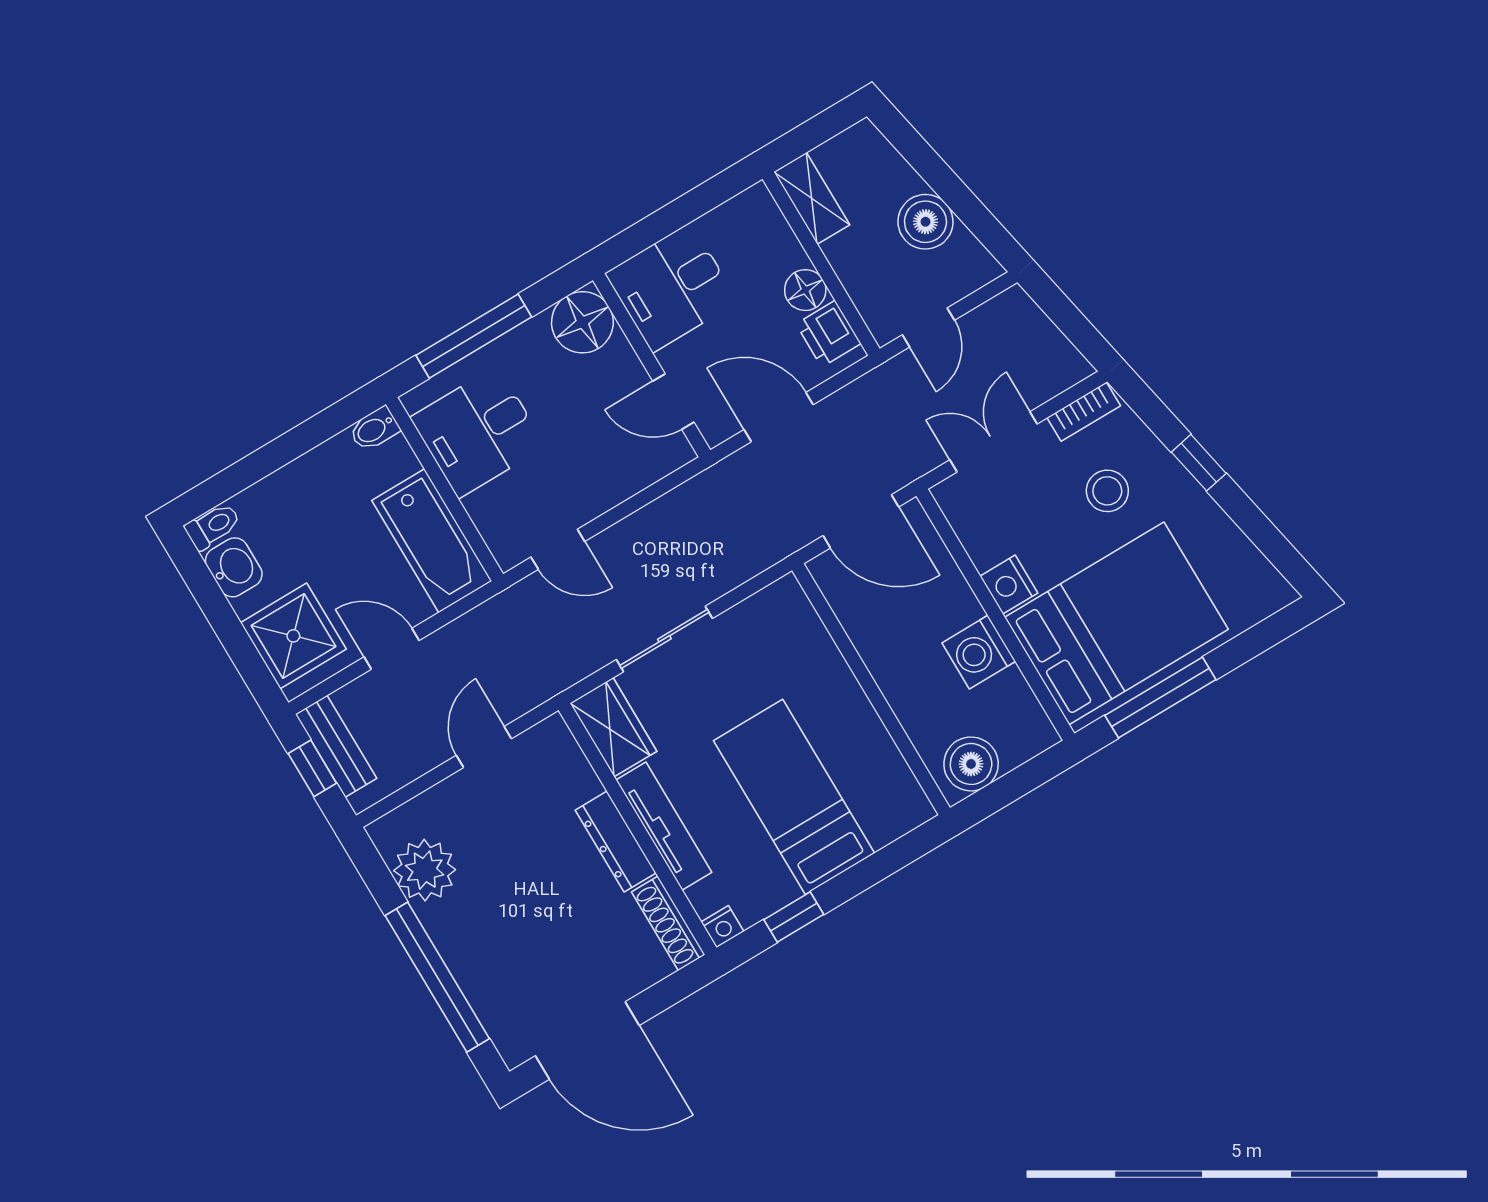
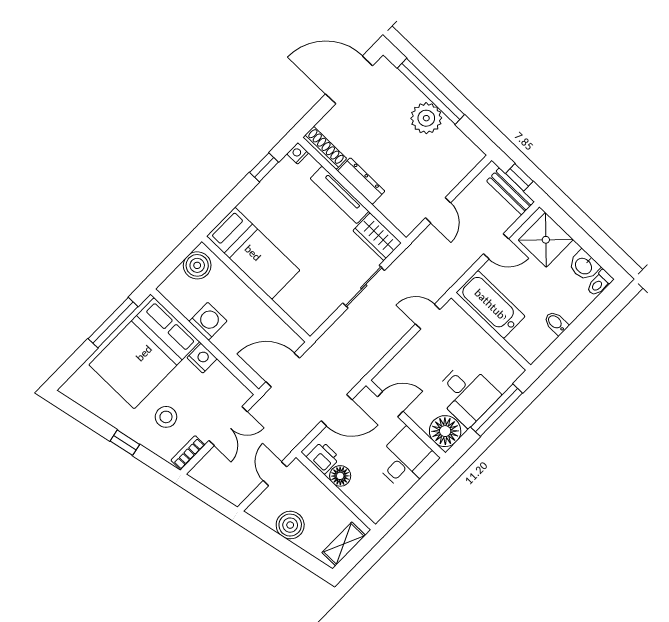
shelving: (812, 198) -> (344, 544), moved, turned 90
bidet: (374, 429) -> (556, 323), moved, turned -90
desk: (478, 432) -> (467, 394), moved, turned 90
bed: (794, 797) -> (253, 253), moved
plant: (425, 870) -> (426, 118), moved

